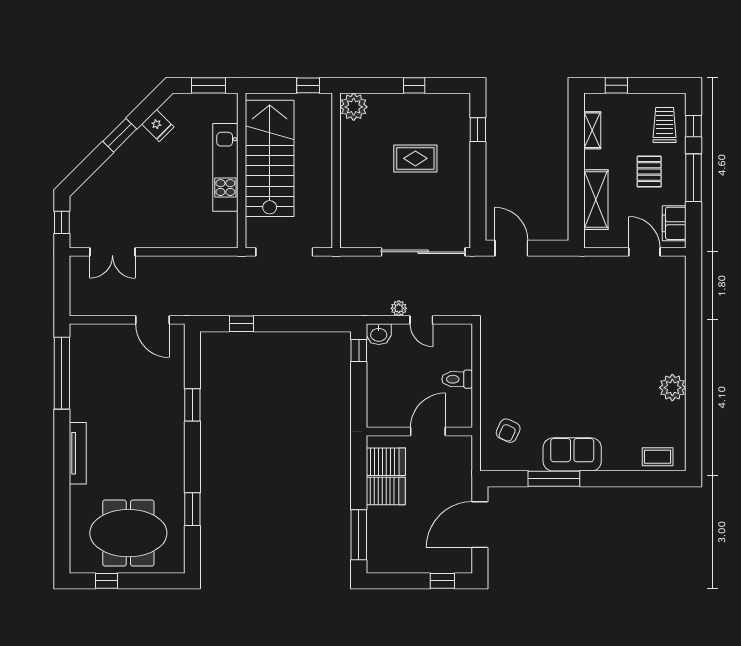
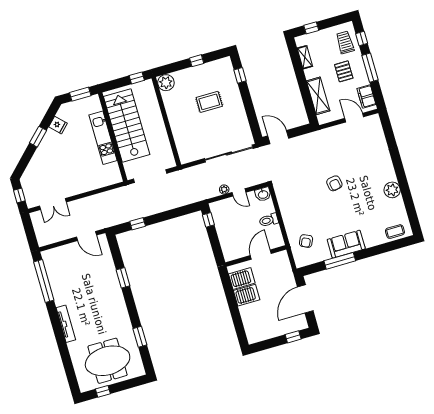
washbasin: (379, 334) -> (263, 194), moved
armchair: (581, 350) -> (334, 183), added
window: (359, 535) -> (238, 324), removed

